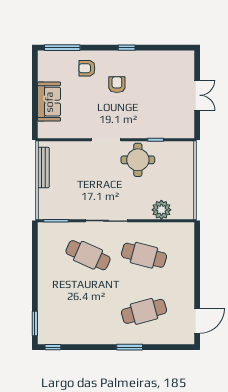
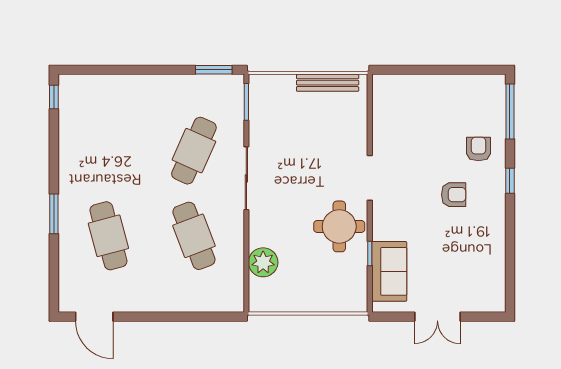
window: (127, 48) -> (510, 181), moved
sofa: (49, 102) -> (389, 271), moved, turned -90
cafe table: (144, 255) -> (194, 236), turned -36
window: (35, 324) -> (214, 70), moved

